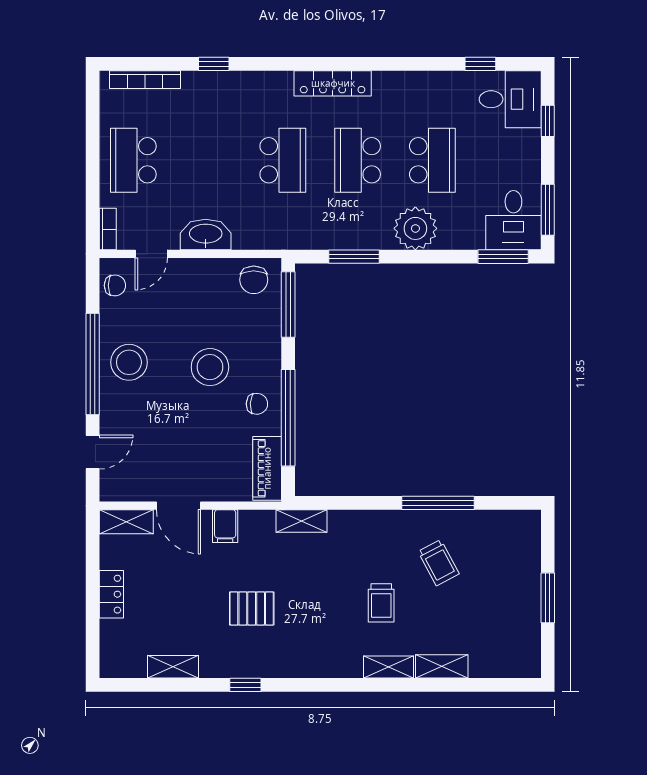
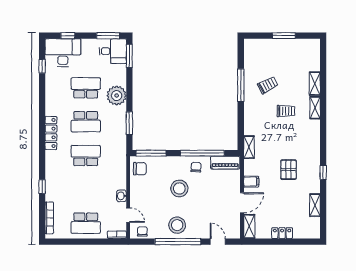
desk: (510, 99) -> (63, 53), width x1.37
washbasin: (206, 235) -> (121, 196), width x0.52, depth x0.69

